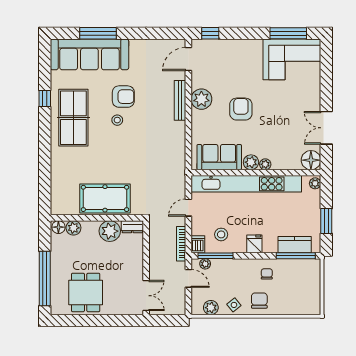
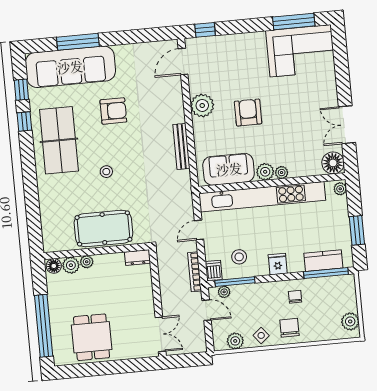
window: (45, 70) -> (21, 90), added
bench: (180, 100) -> (181, 146), moved
stool: (117, 120) -> (106, 172), moved
plant: (110, 231) -> (87, 262), moved, width x0.53, depth x0.53
plant: (313, 300) -> (350, 321), added

